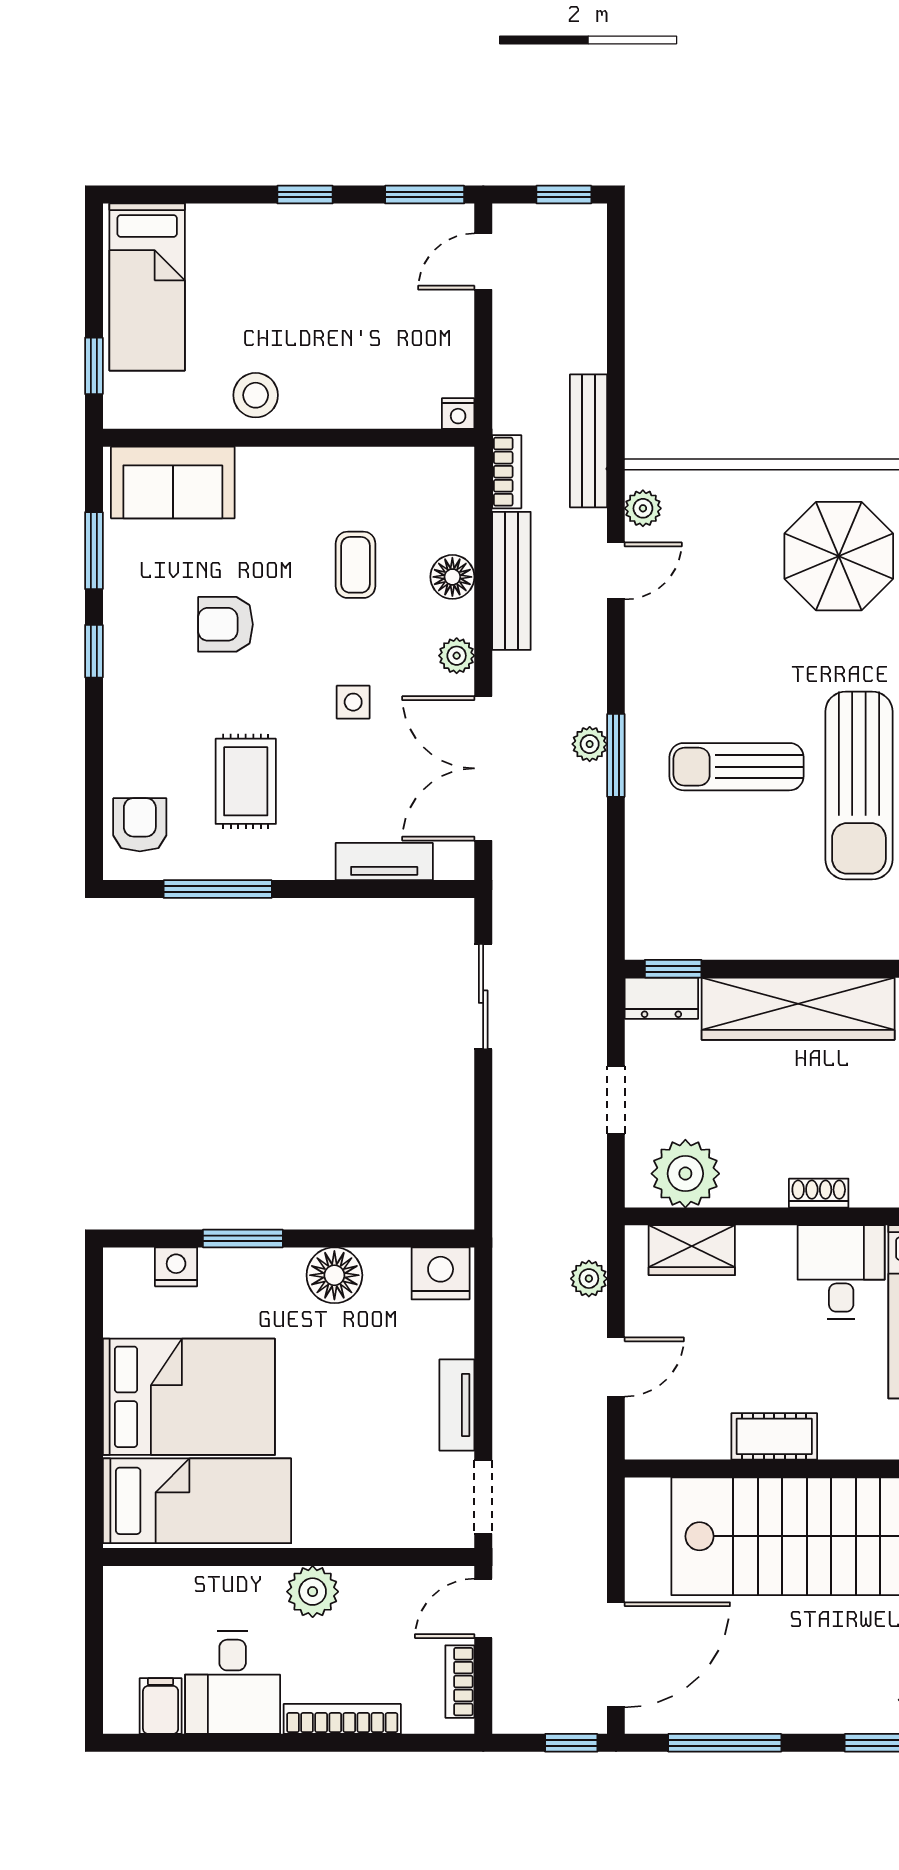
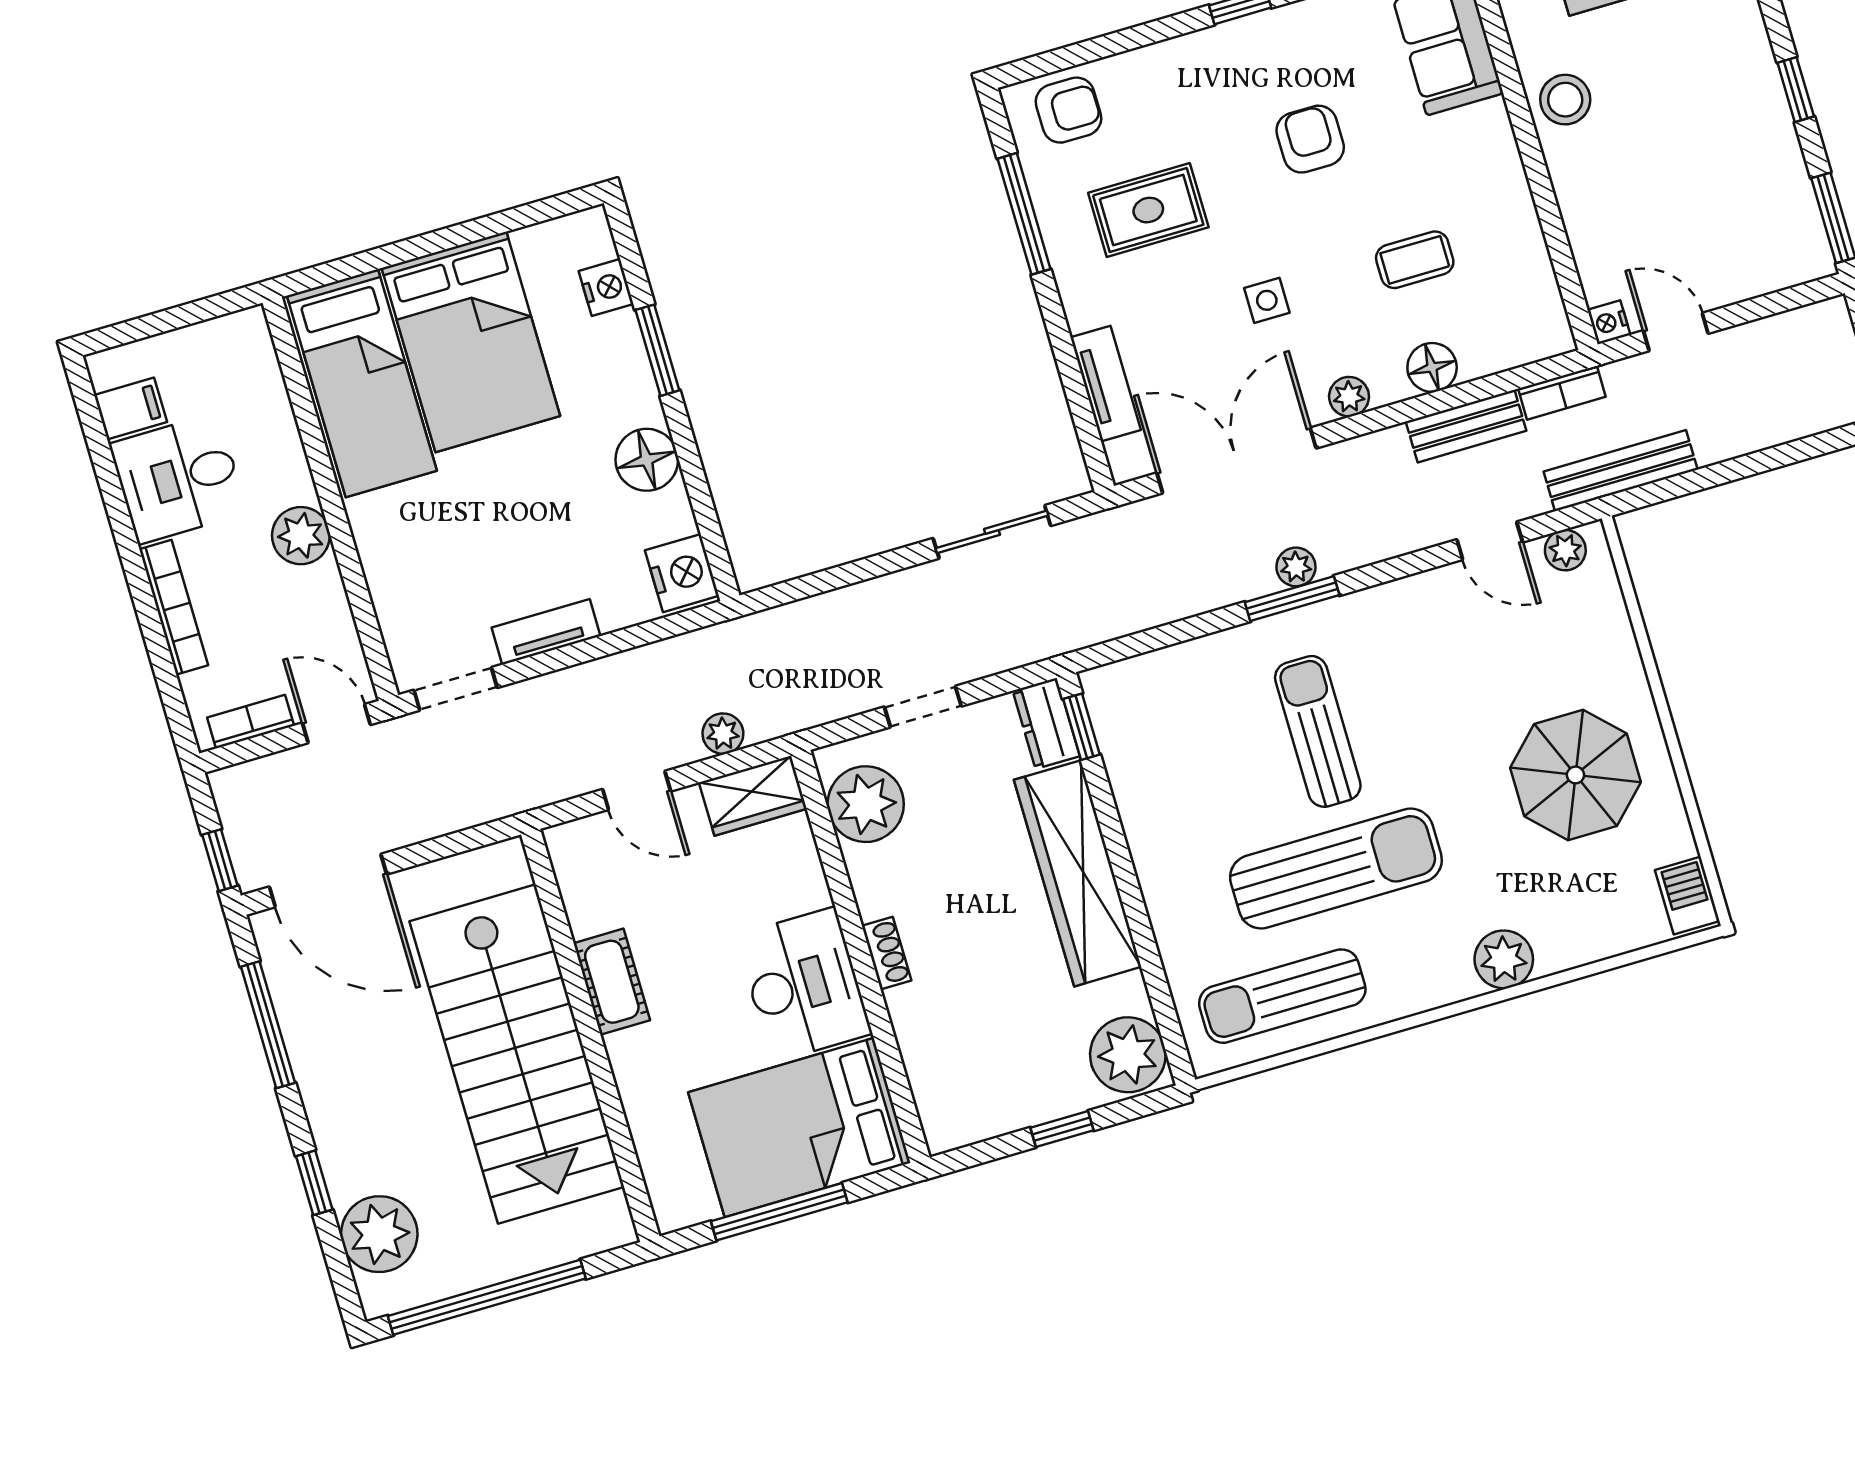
door: (483, 262) -> (1676, 332), moved
bench: (511, 581) -> (1466, 426), width x0.73
sun lounger: (859, 785) -> (1336, 869), turned 180
wardrobe: (692, 1250) -> (753, 796), moved, turned -90
desk: (841, 1272) -> (804, 985), width x1.37

